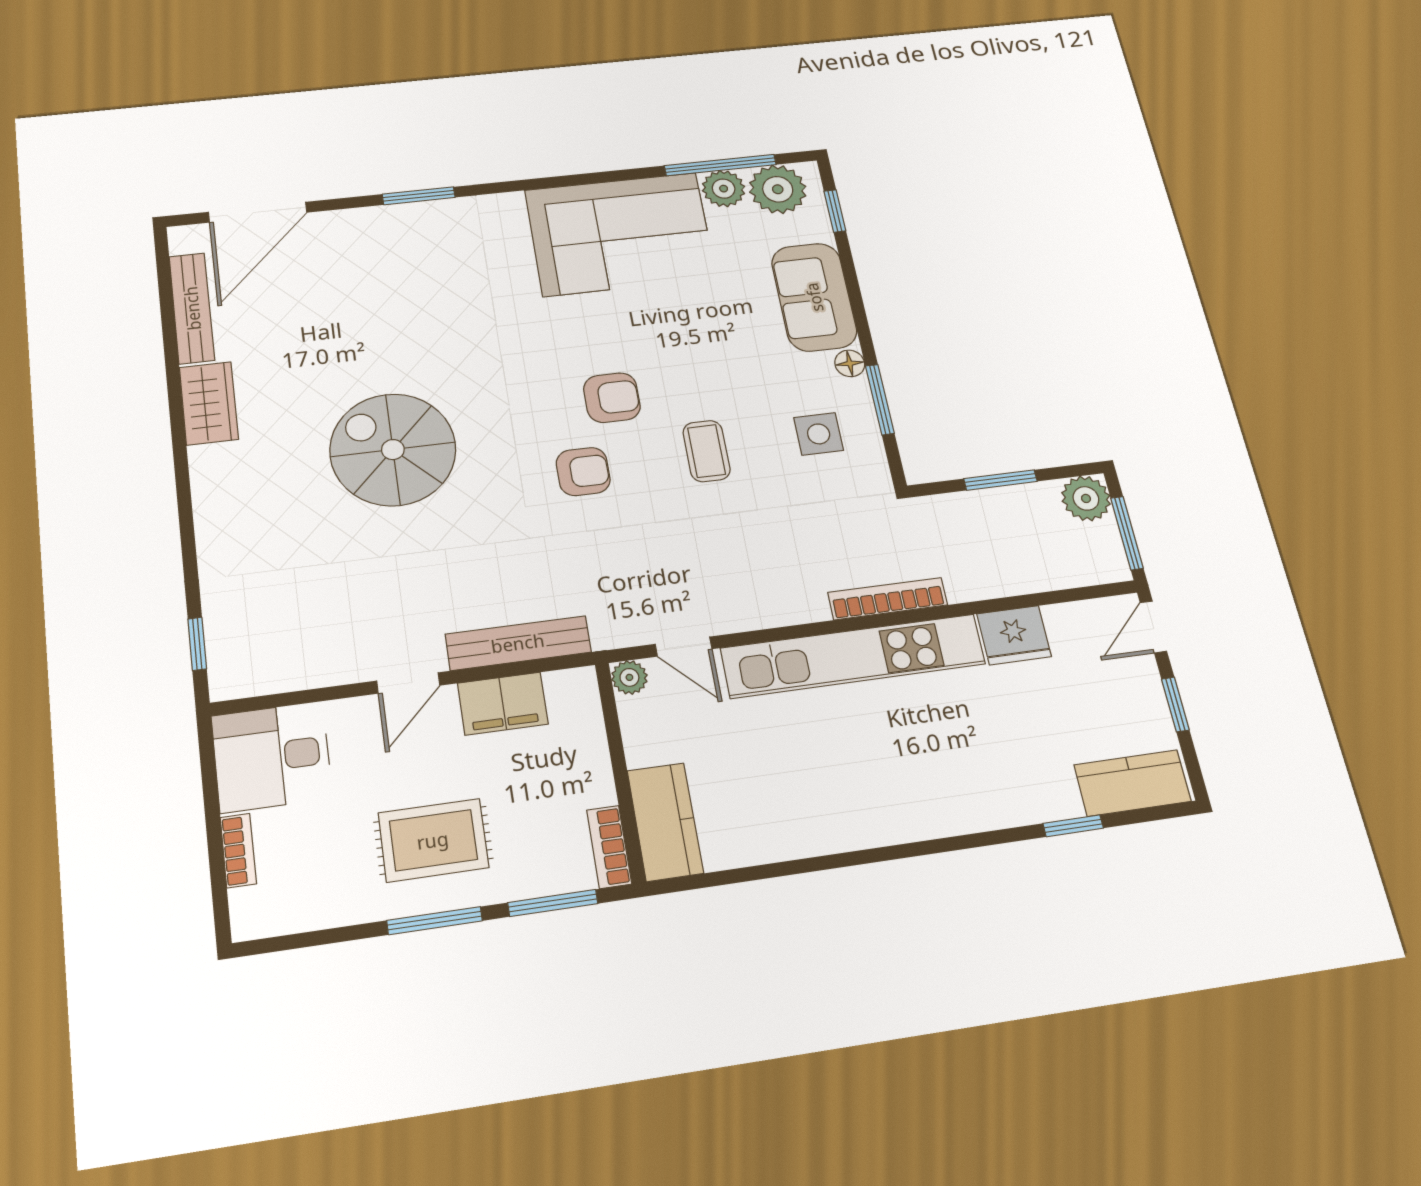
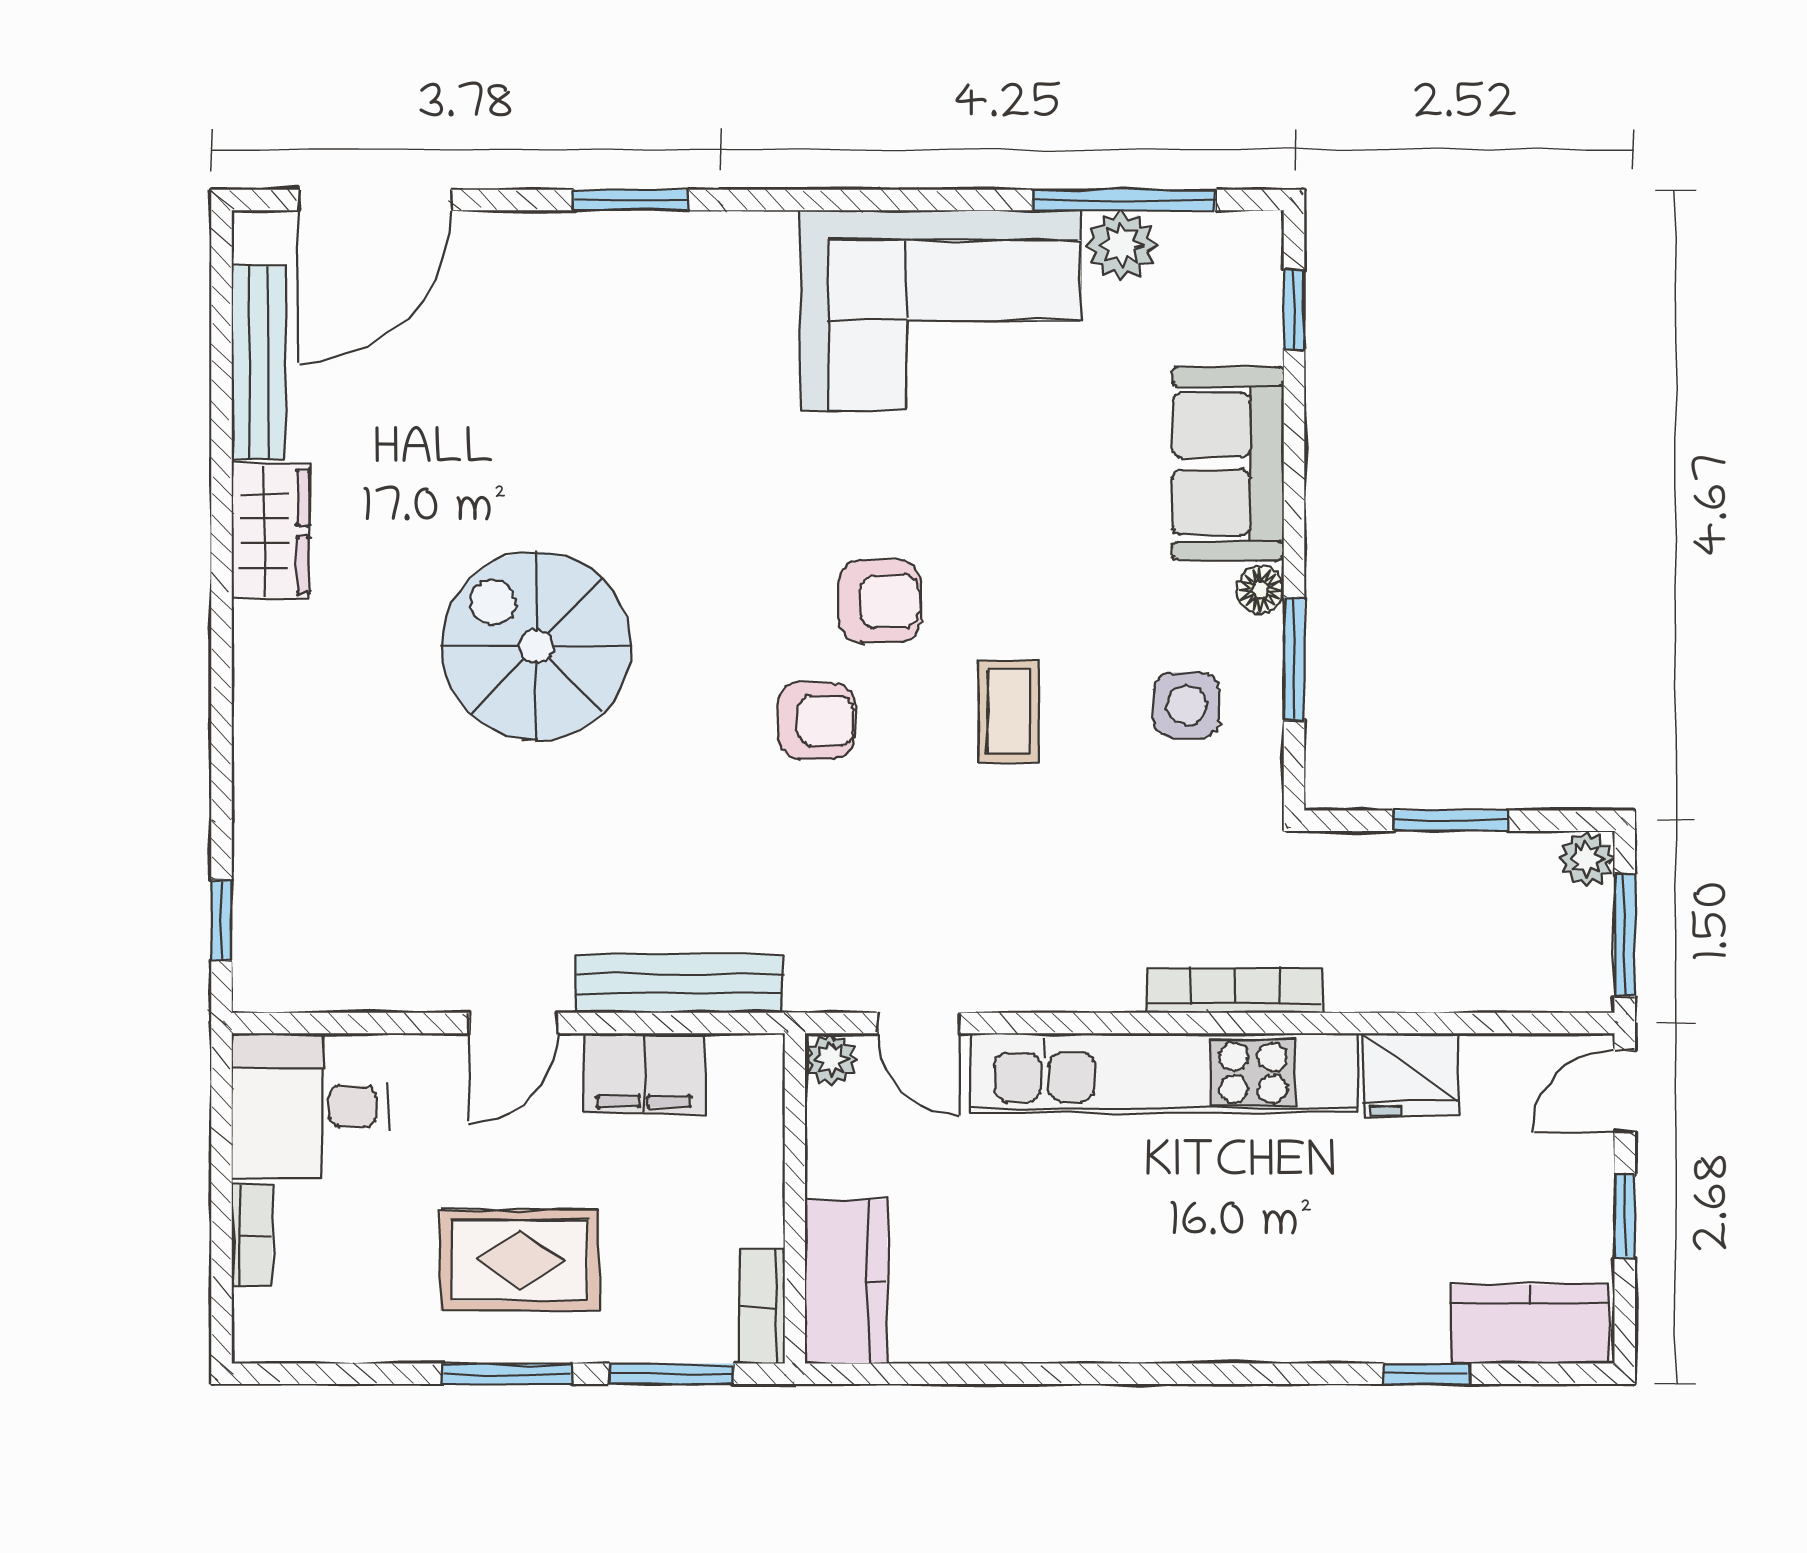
plant: (778, 189) -> (1209, 257), removed
plant: (1086, 498) -> (1587, 859), width x0.73, depth x0.73

